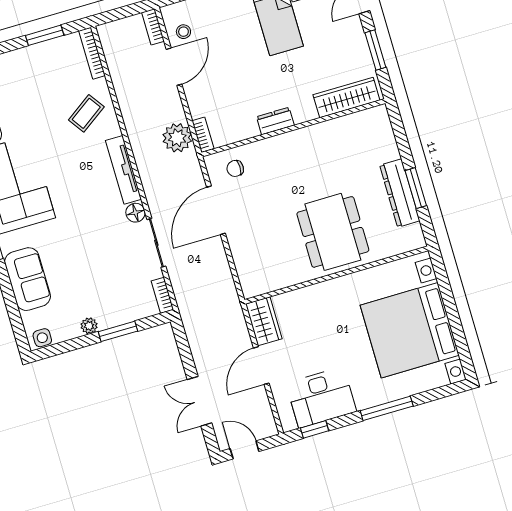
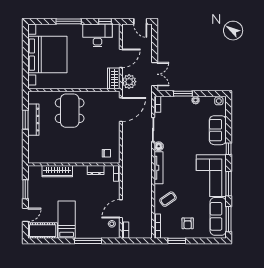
armchair: (33, 77) -> (188, 223), added
wardrobe: (346, 98) -> (57, 171), moved
dresser: (275, 121) -> (96, 170), moved
plant: (177, 138) -> (129, 82), moved
door: (216, 210) -> (121, 110), moved
double door: (199, 401) -> (155, 74), moved

